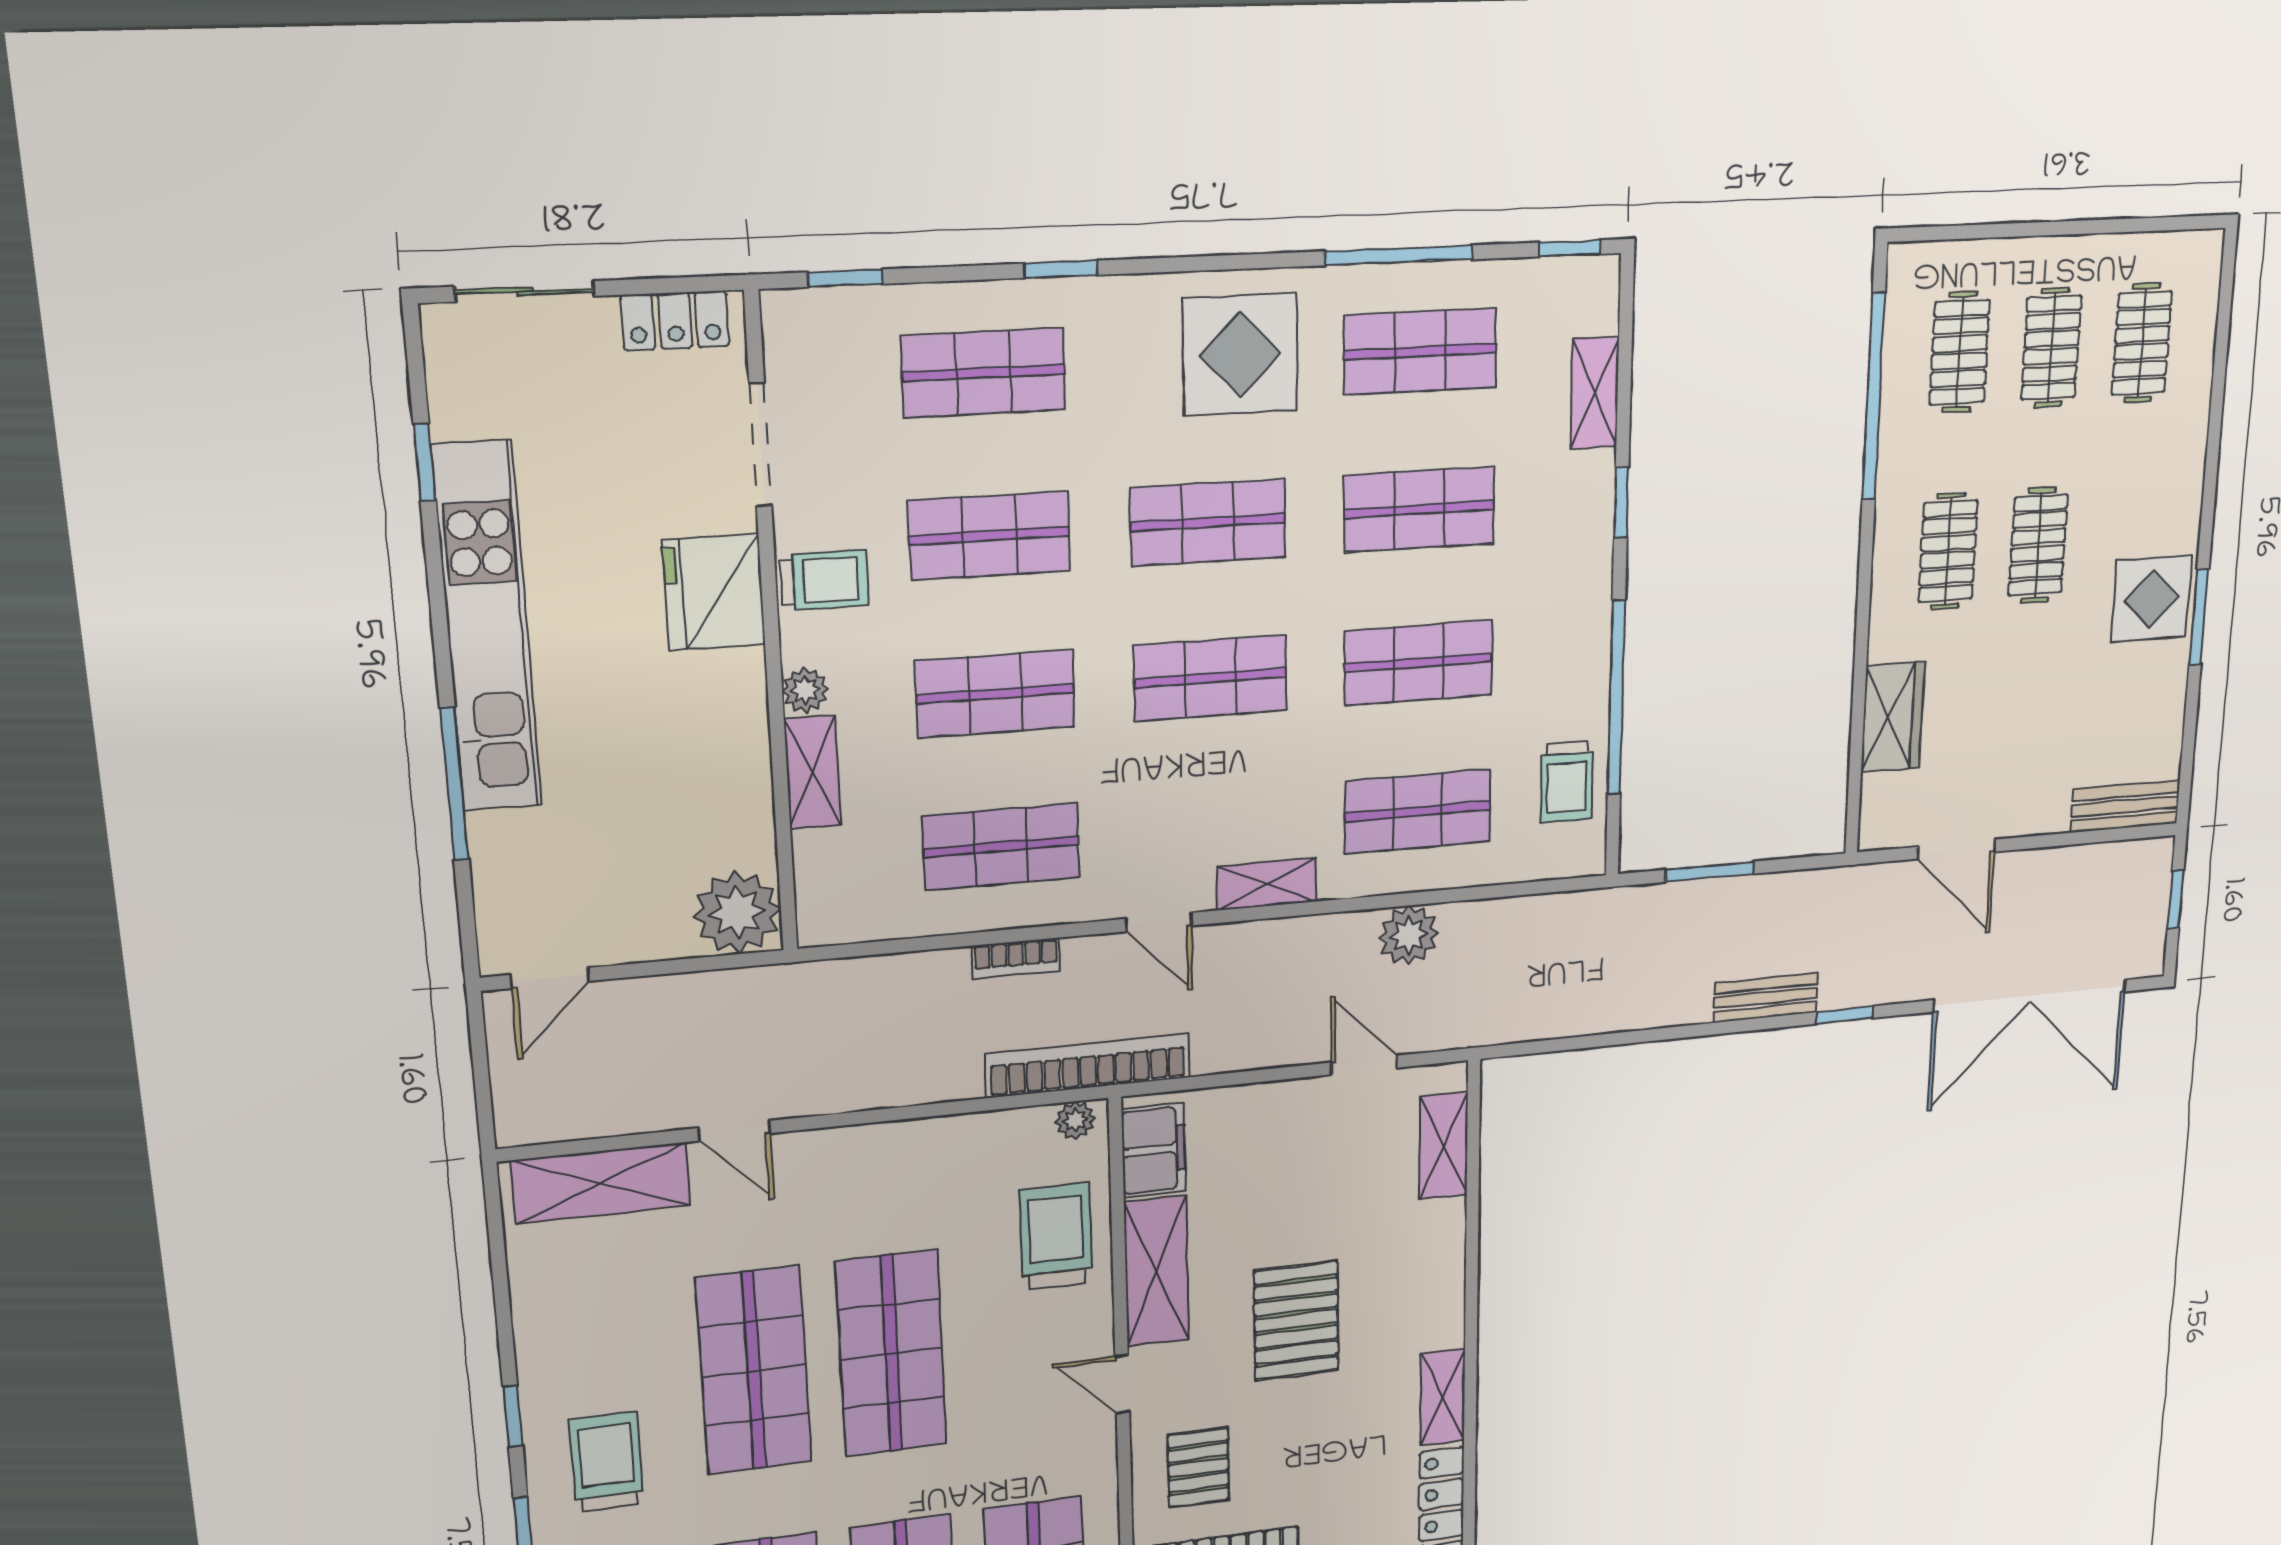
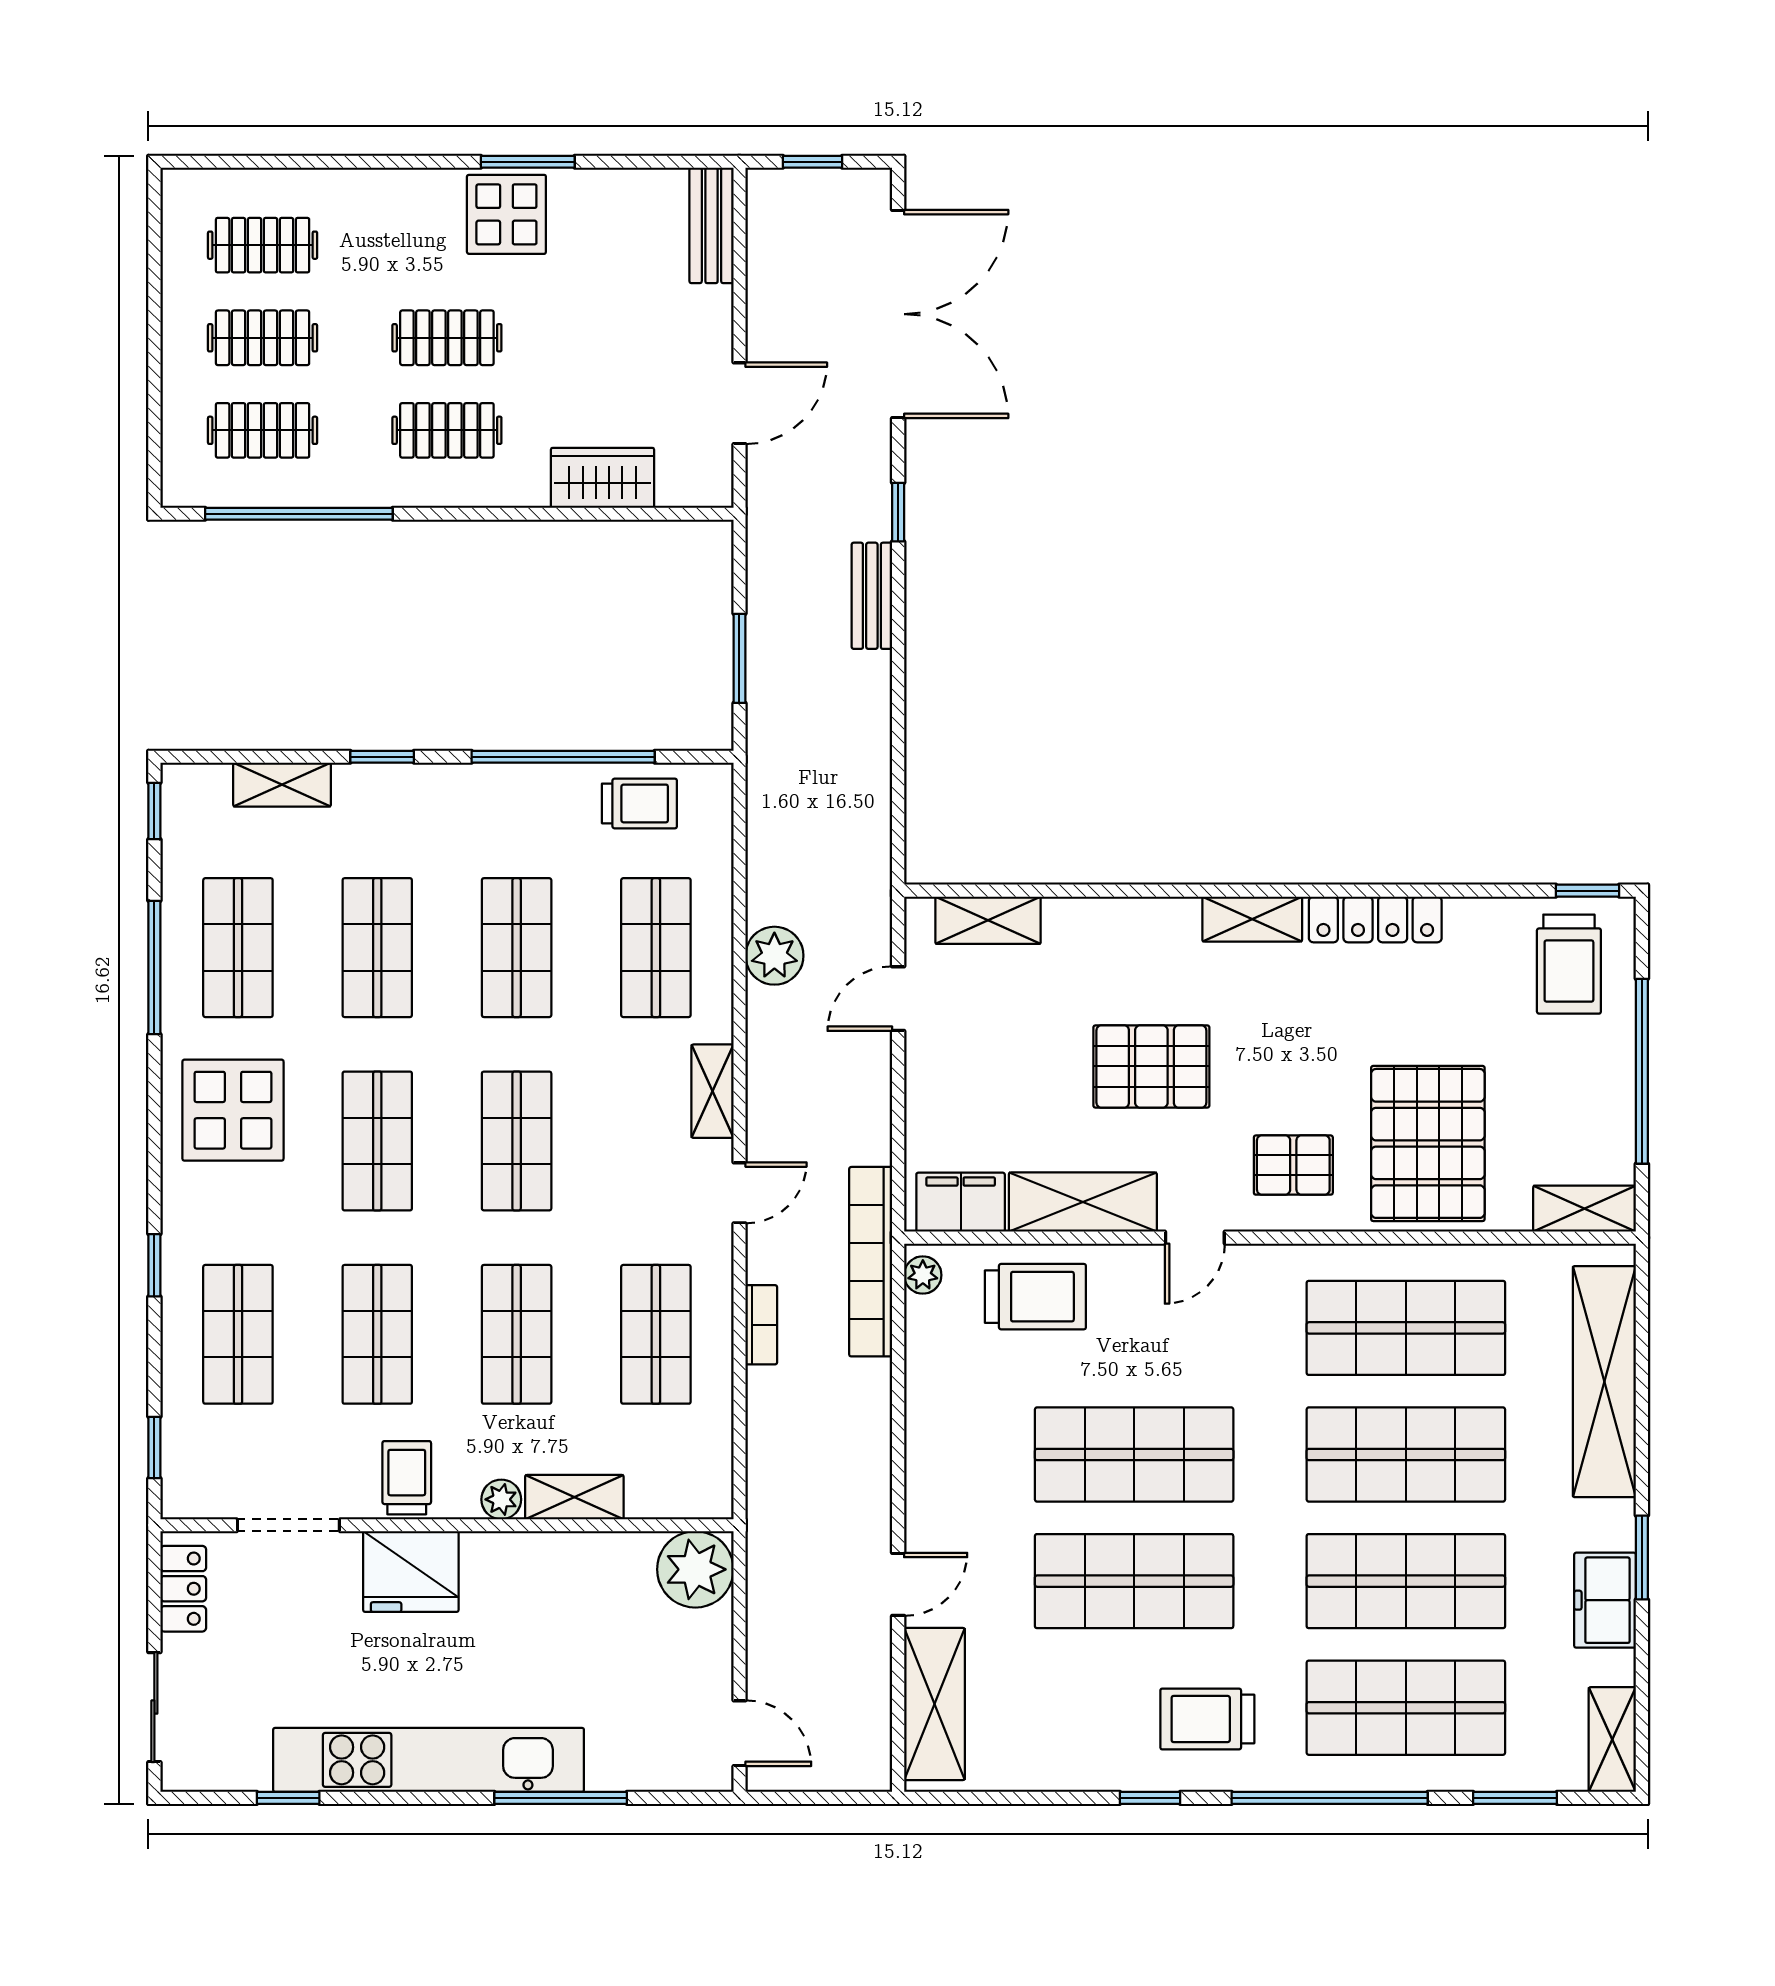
trolley: (1056, 1236) -> (1035, 1297), turned 180

